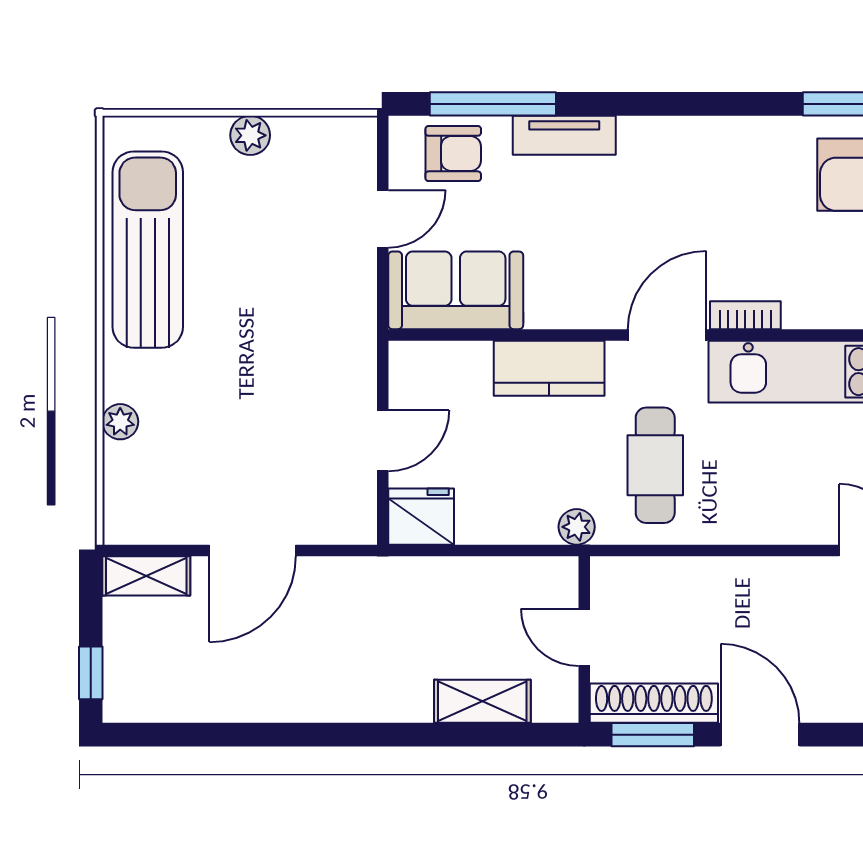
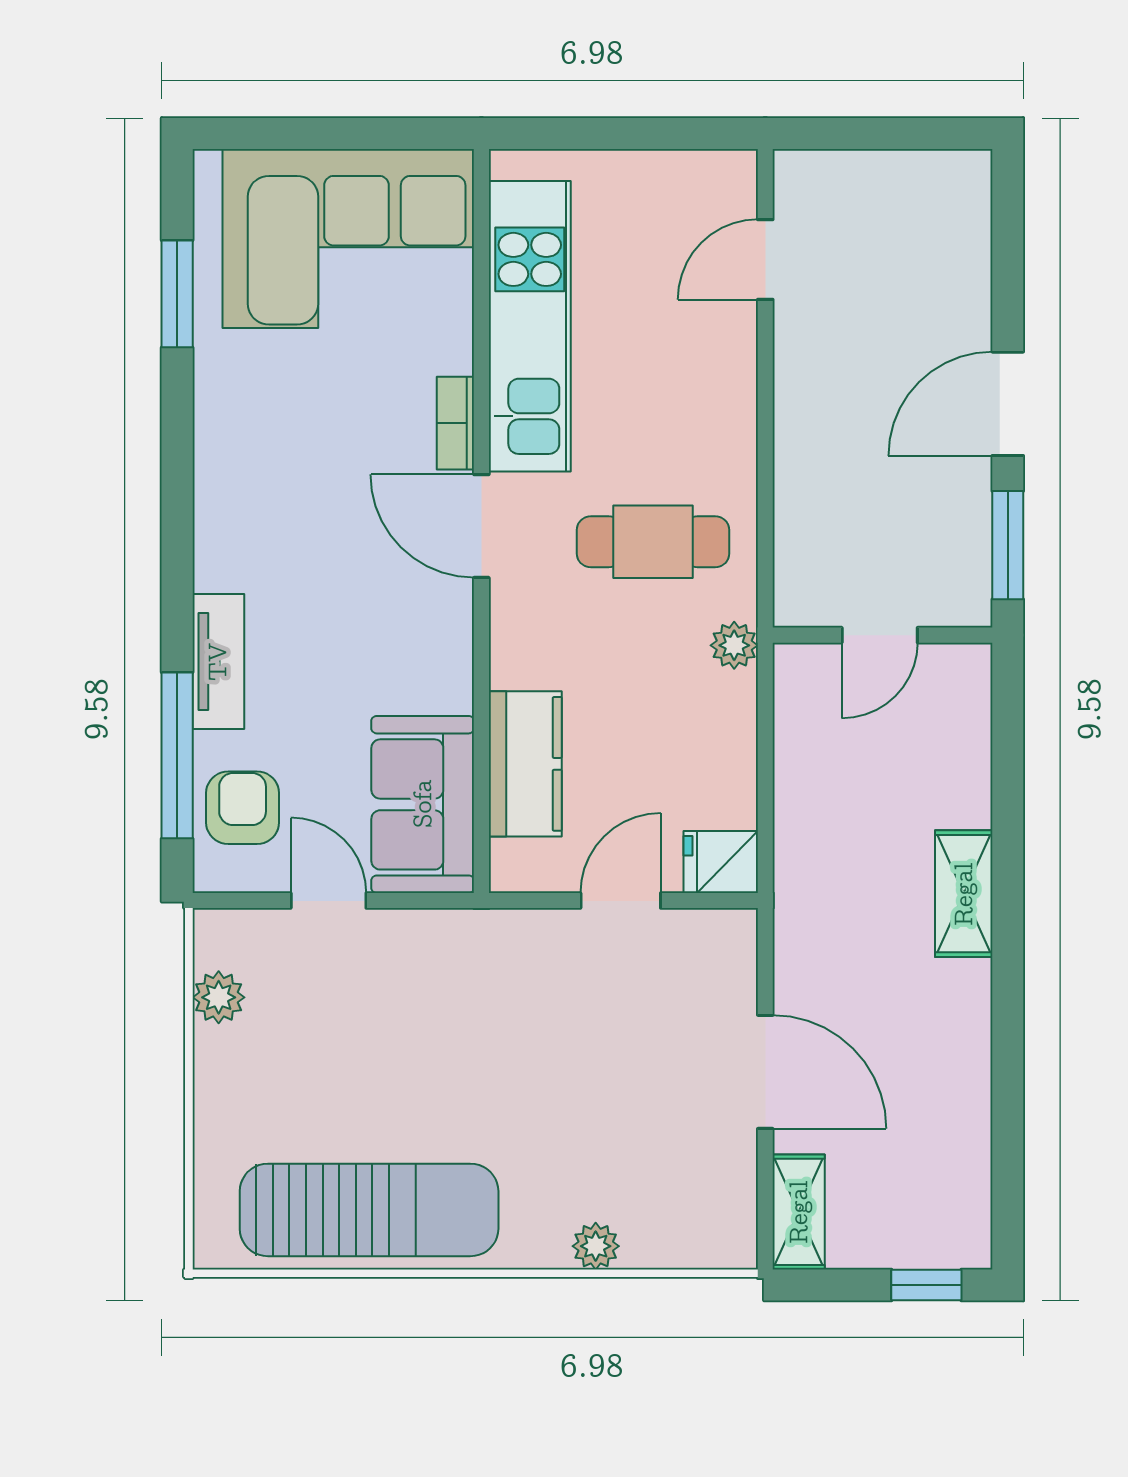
plant: (250, 135) -> (219, 997), moved
sun lounger: (148, 250) -> (369, 1210), turned 180
kitchen counter: (549, 368) -> (525, 764), moved
door: (383, 441) -> (621, 901), hinge flipped
fridge: (421, 517) -> (721, 862), width x0.72
shelving: (482, 701) -> (964, 894), moved
shoe rack: (654, 703) -> (966, 544), removed

